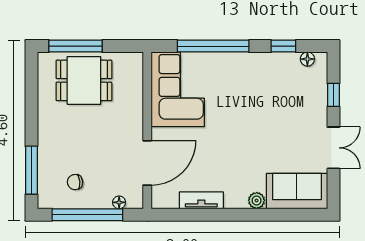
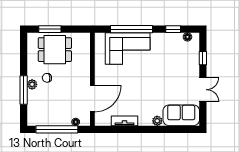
window: (76, 46) -> (50, 29), width x0.69
corner sofa: (178, 89) -> (128, 48), moved, turned 90
plant: (46, 139) -> (32, 84), added
window: (31, 170) -> (24, 90), moved
chair: (75, 182) -> (47, 78), moved

